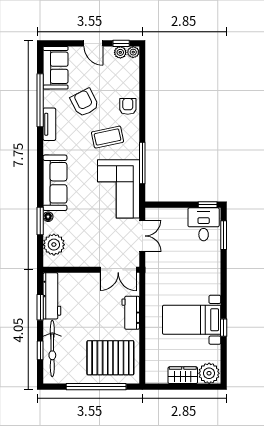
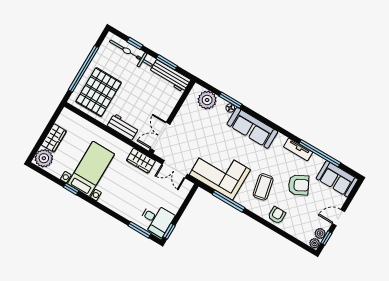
armchair: (128, 106) -> (277, 215), turned -90
wardrobe: (154, 275) -> (141, 161), added

